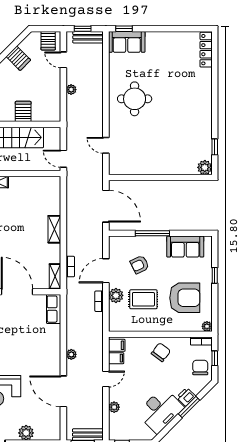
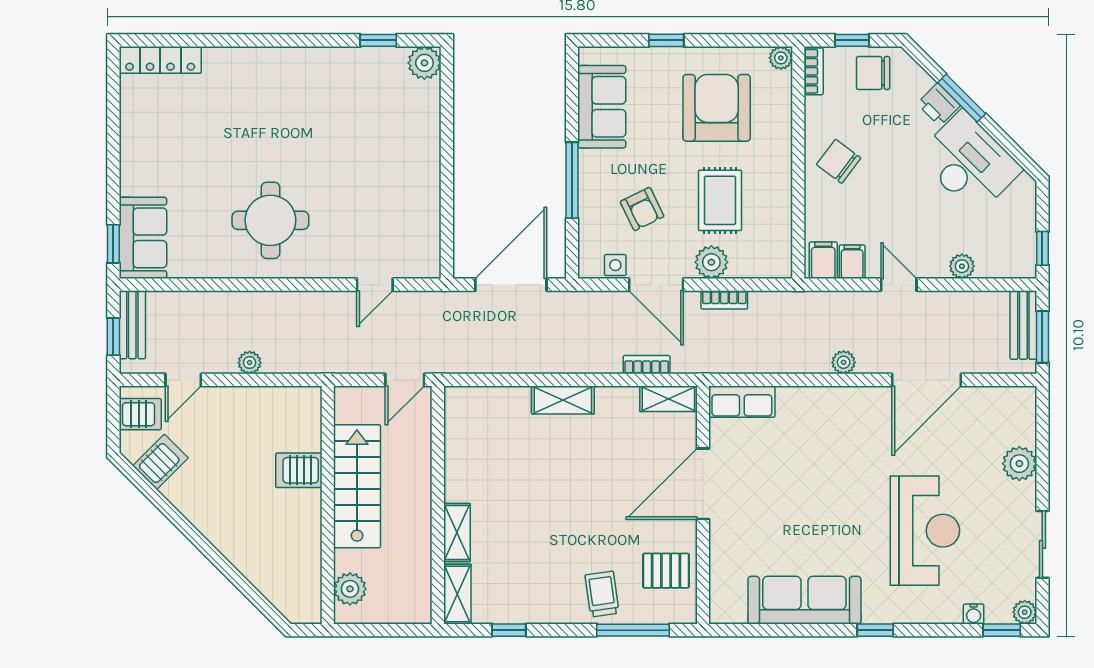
server rack: (18, 58) -> (160, 462), moved
side table: (115, 253) -> (615, 265), added

